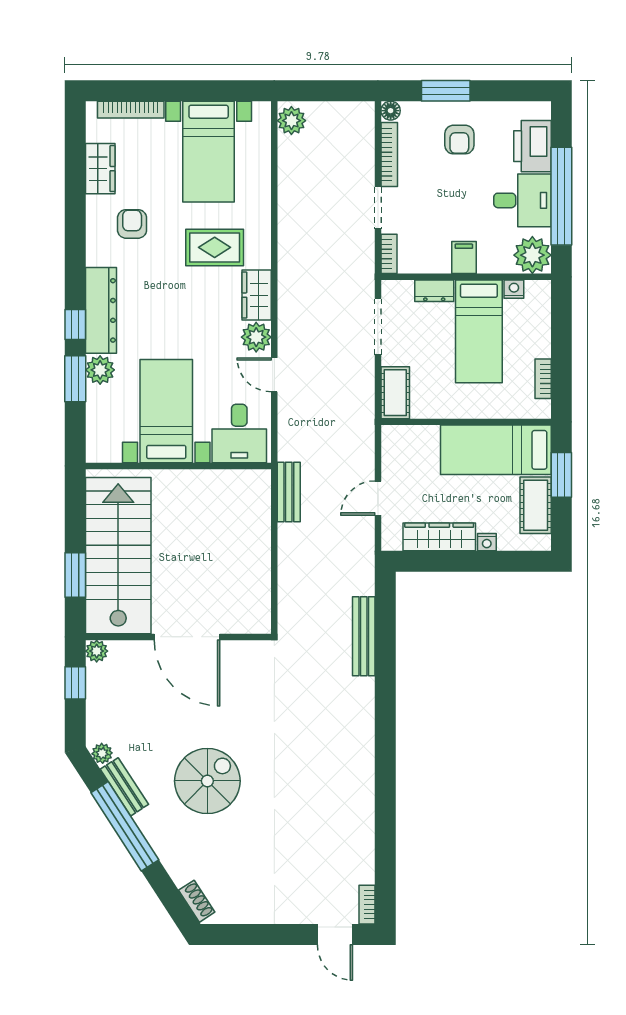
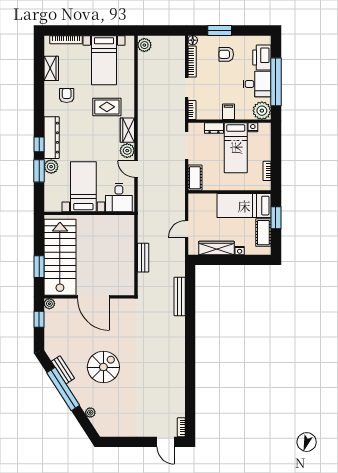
armchair: (459, 140) -> (226, 54), turned 90
bench: (289, 492) -> (143, 258), moved
plant: (102, 753) -> (90, 413), moved
shoe rack: (197, 901) -> (98, 426), removed

